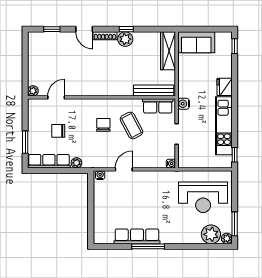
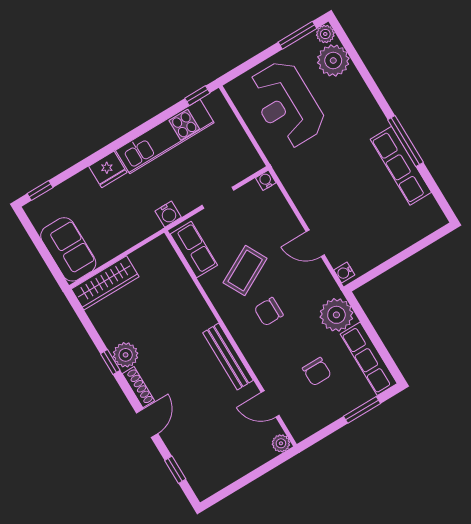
bench: (154, 91) -> (228, 356), moved
plant: (76, 163) -> (336, 315), width x1.88, depth x1.88
reception desk: (203, 197) -> (286, 104), turned 180

